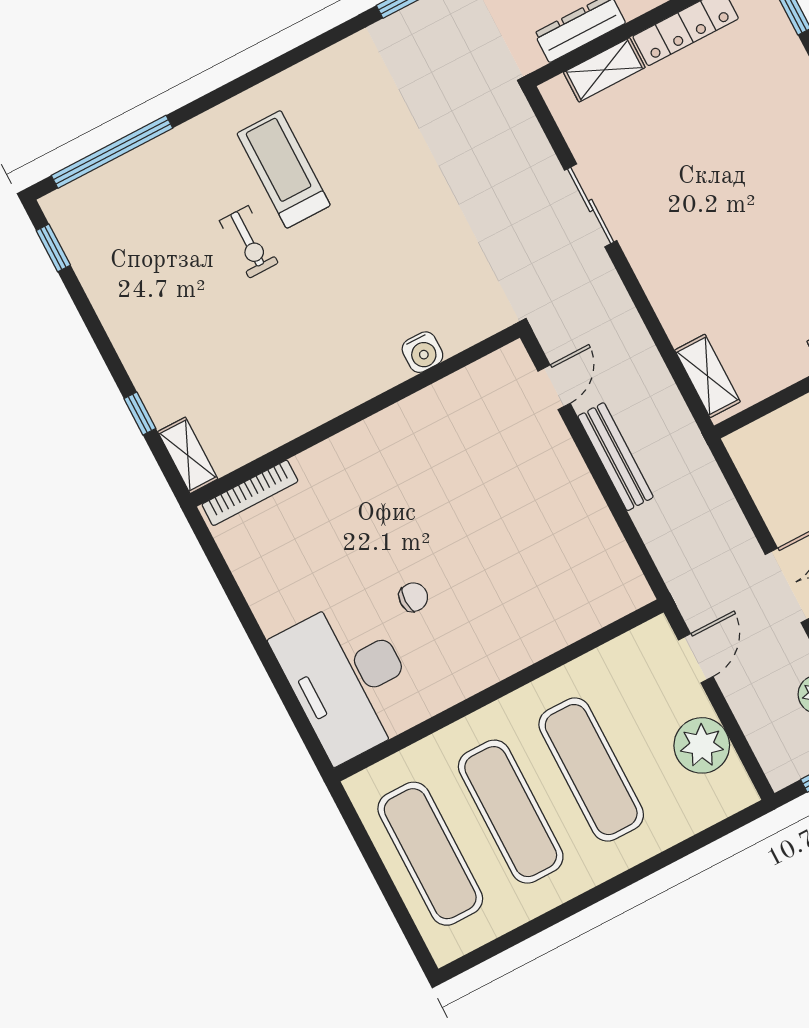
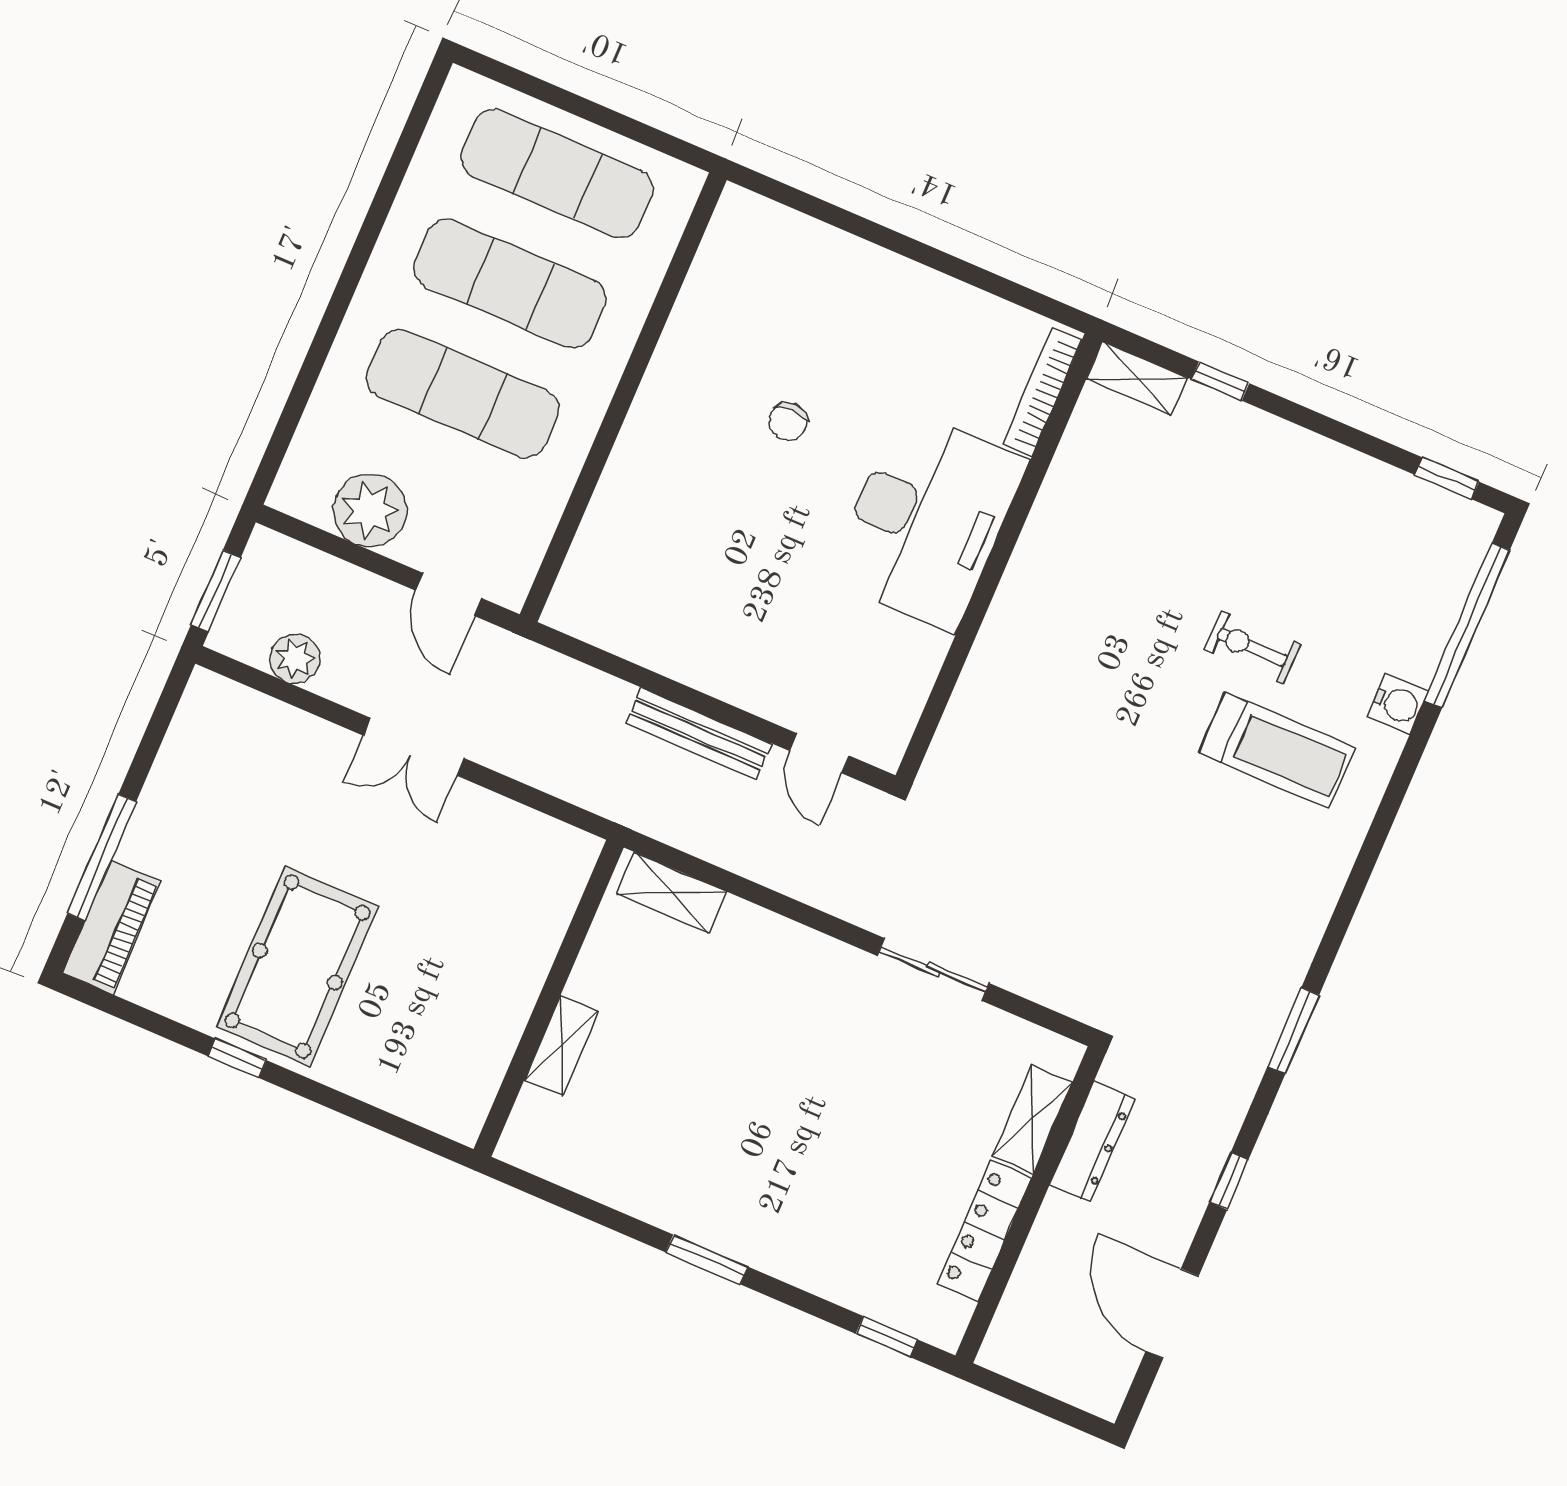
water cooler: (422, 352) -> (1398, 704), moved, turned 180
desk: (348, 679) -> (927, 520), moved, turned 90

